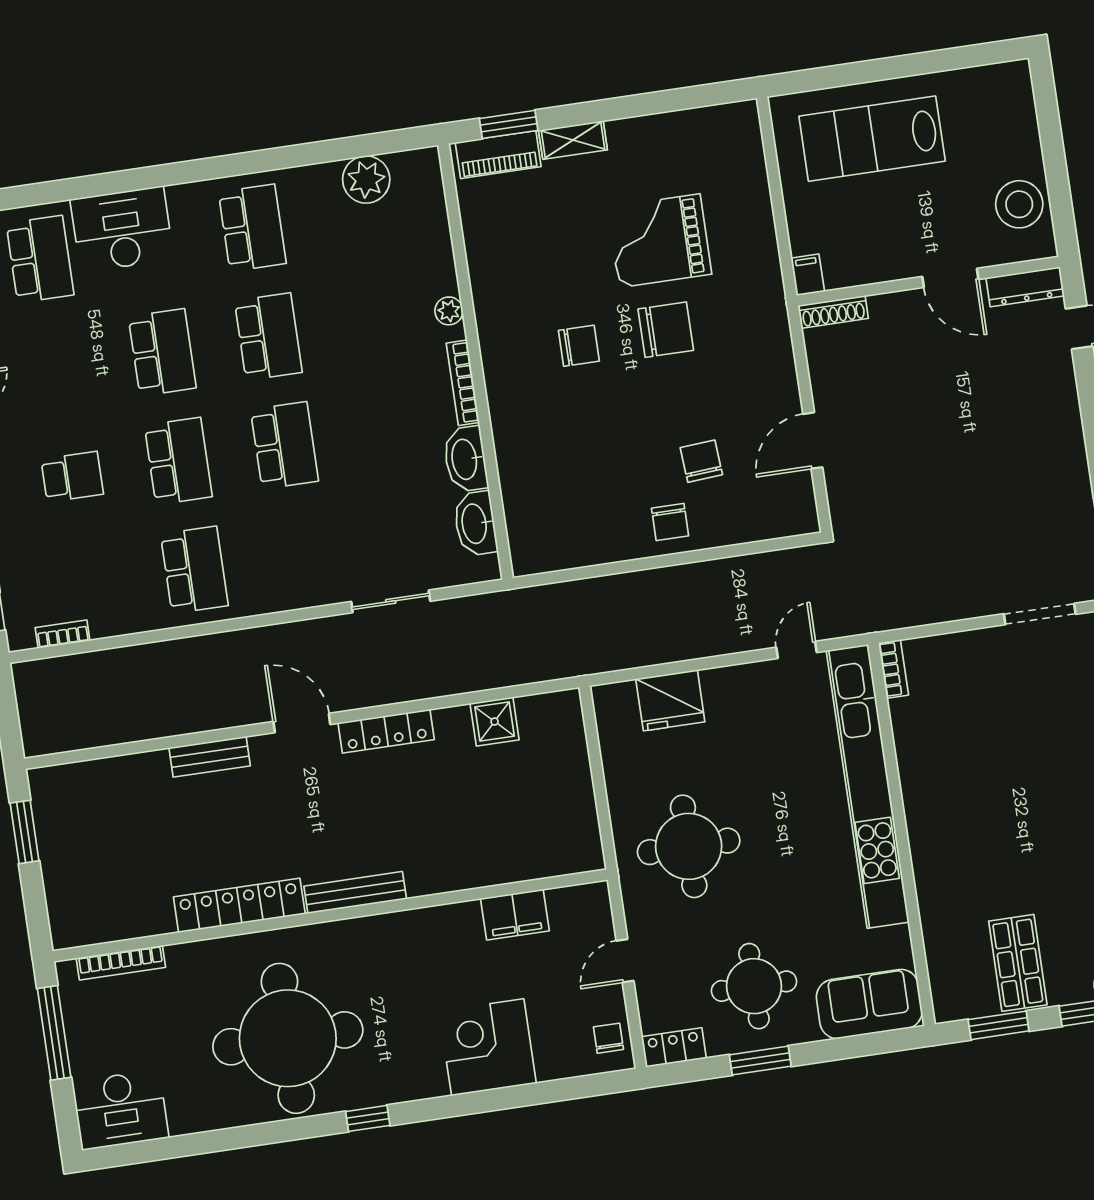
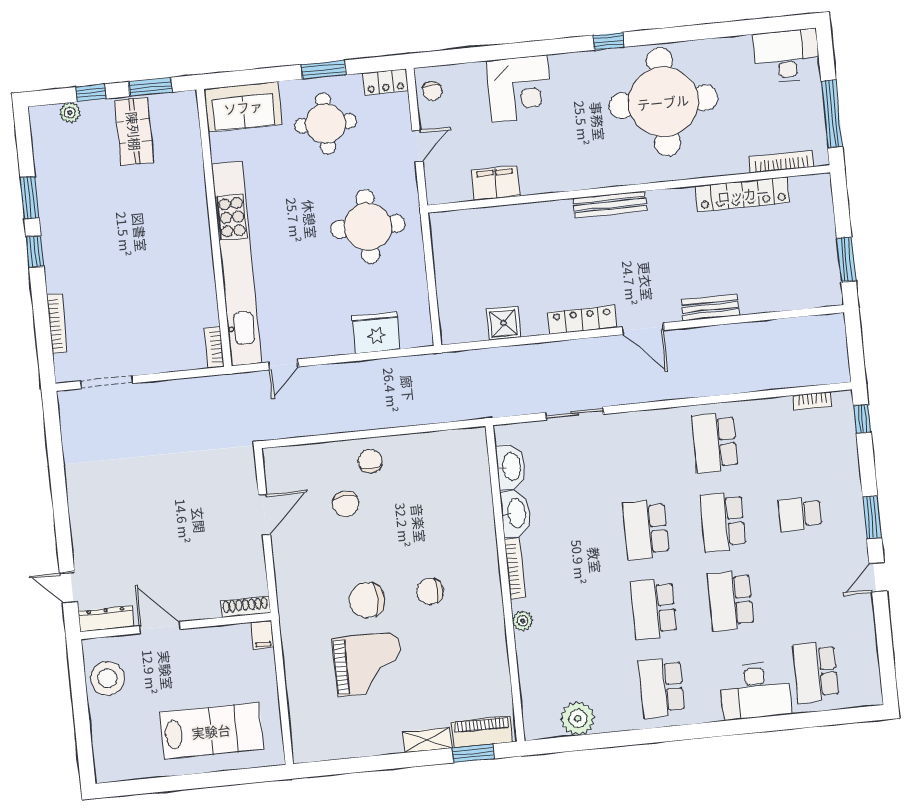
locker: (239, 905) -> (743, 194), moved

